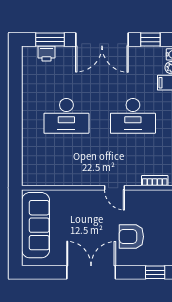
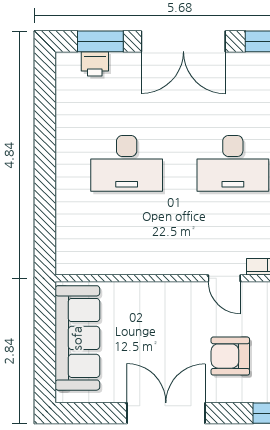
door: (115, 188) -> (224, 278), moved

